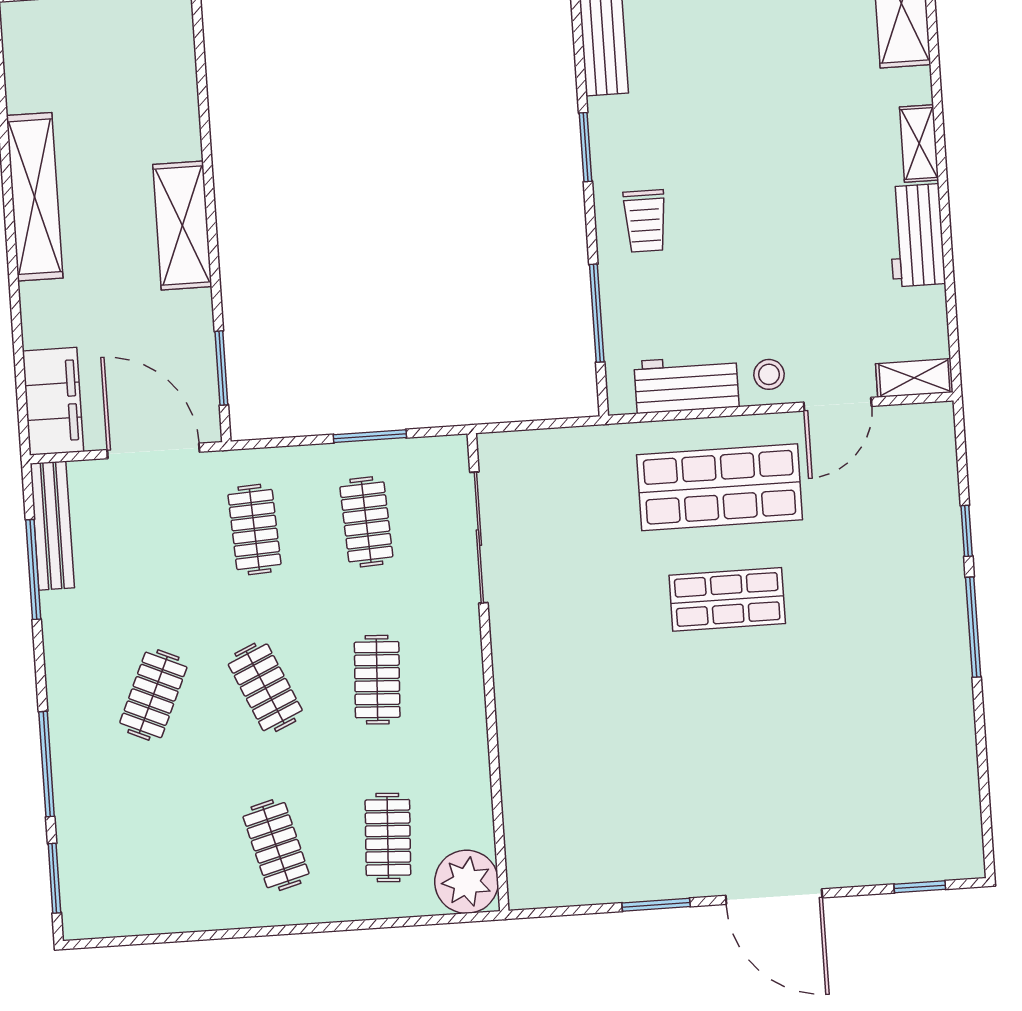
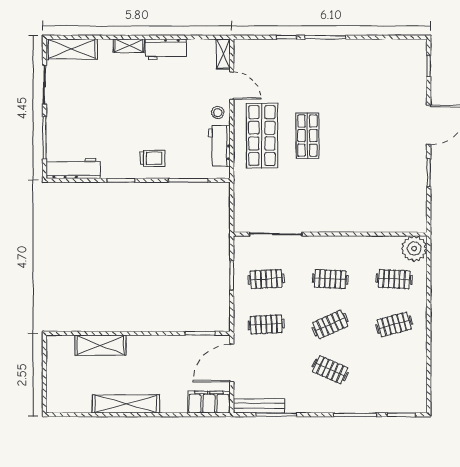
shelving: (182, 225) -> (100, 345), moved

